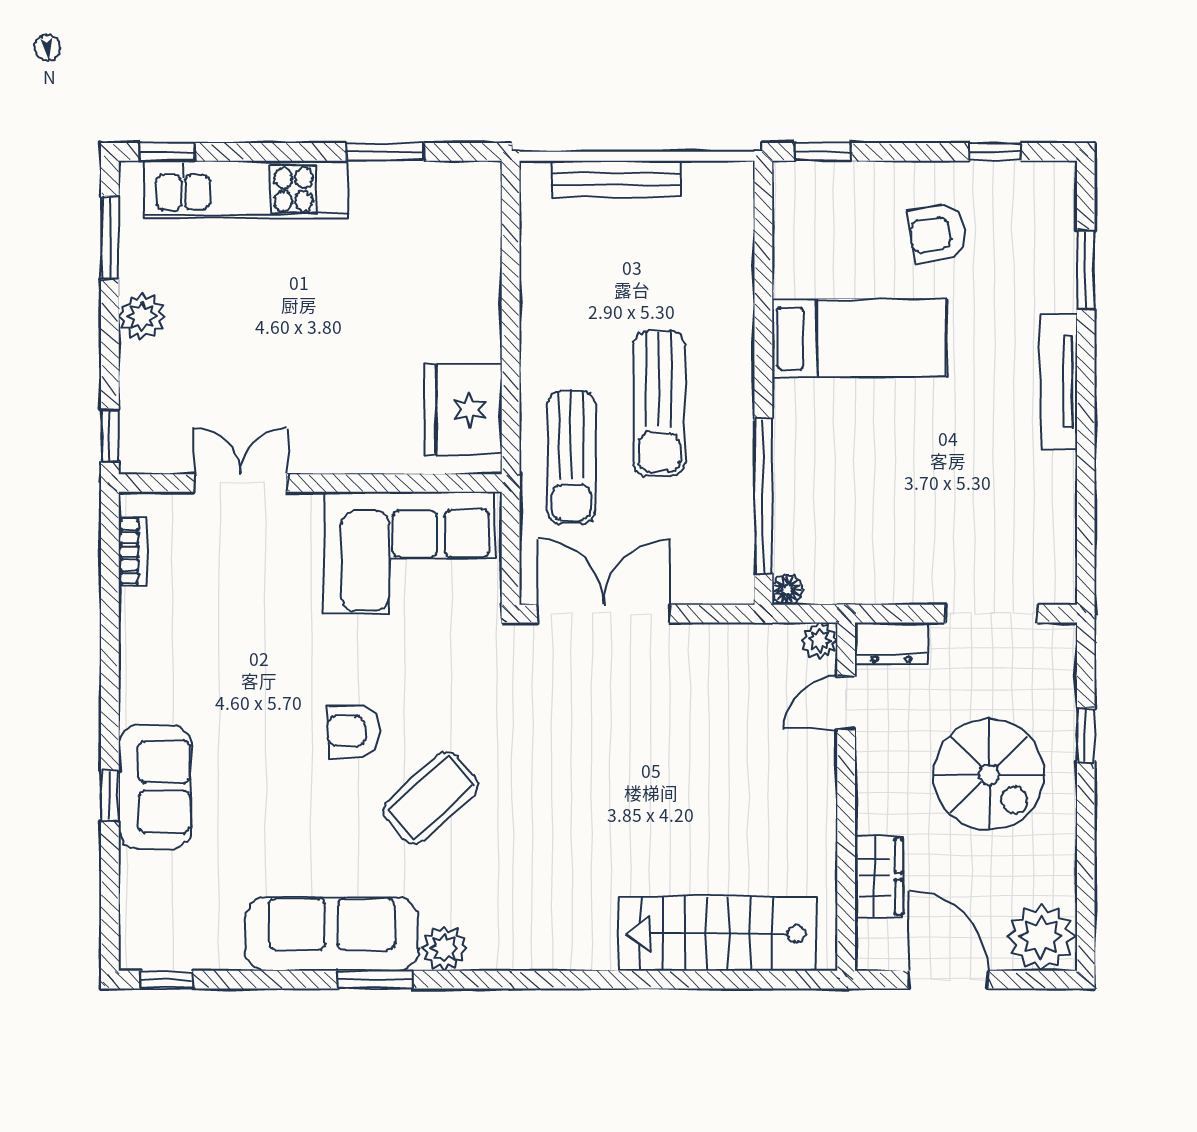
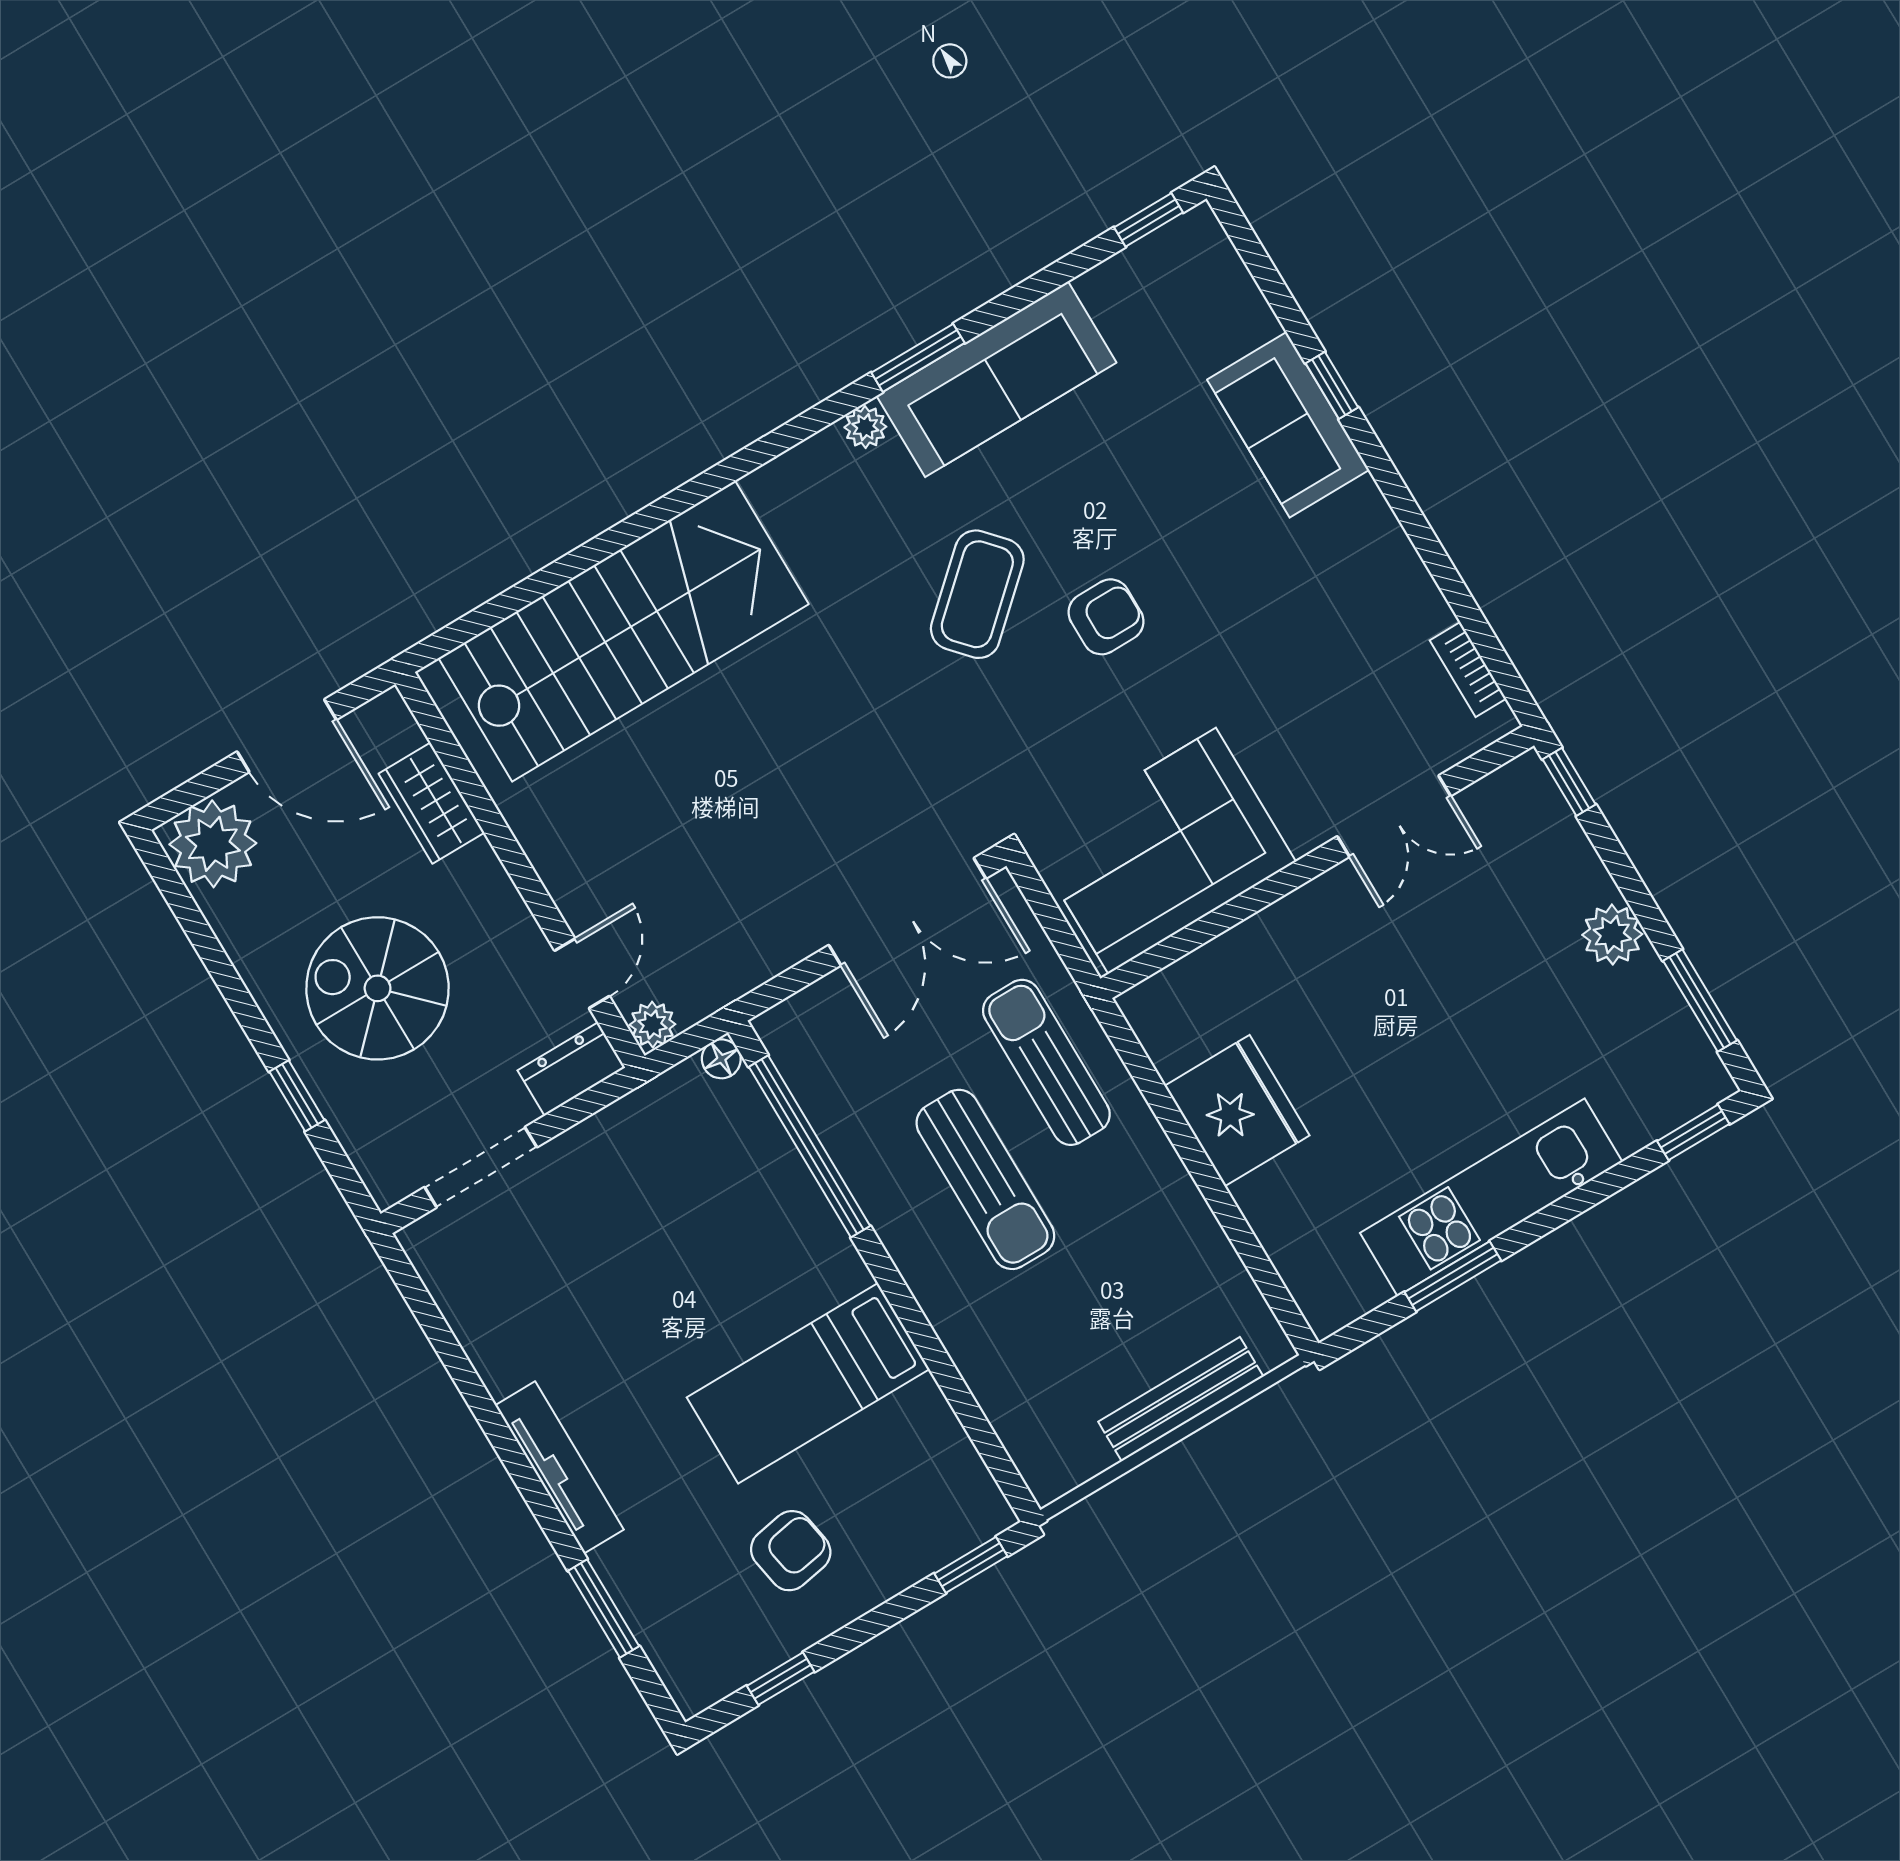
kitchen unit: (246, 189) -> (1491, 1197), moved
sun lounger: (659, 404) -> (985, 1179), turned 180
fridge: (463, 409) -> (1237, 1111), moved
stairs: (717, 934) -> (624, 631), width x1.36, depth x1.51
plant: (444, 948) -> (865, 427), width x0.73, depth x0.73

